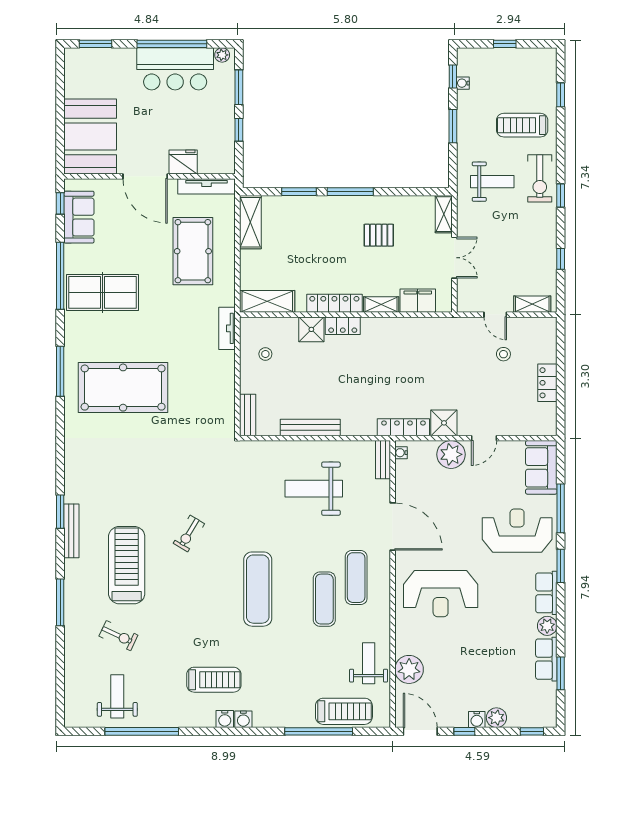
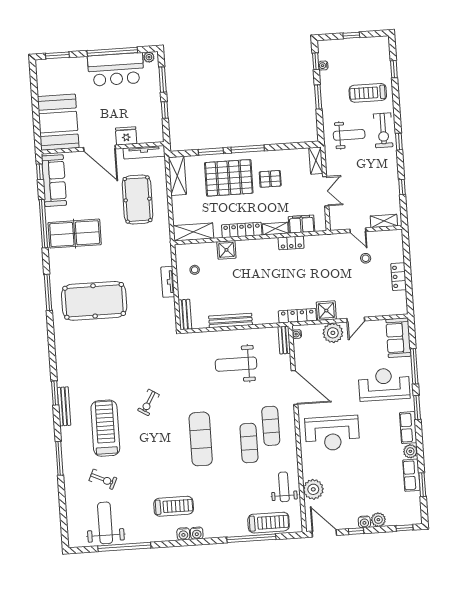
sofa: (79, 217) -> (54, 181), width x1.36
pallet: (321, 230) -> (229, 178), added
locker: (343, 326) -> (291, 243), moved
tv unit: (227, 328) -> (168, 282), moved
weight bench: (117, 696) -> (105, 523), width x1.36, depth x1.33

